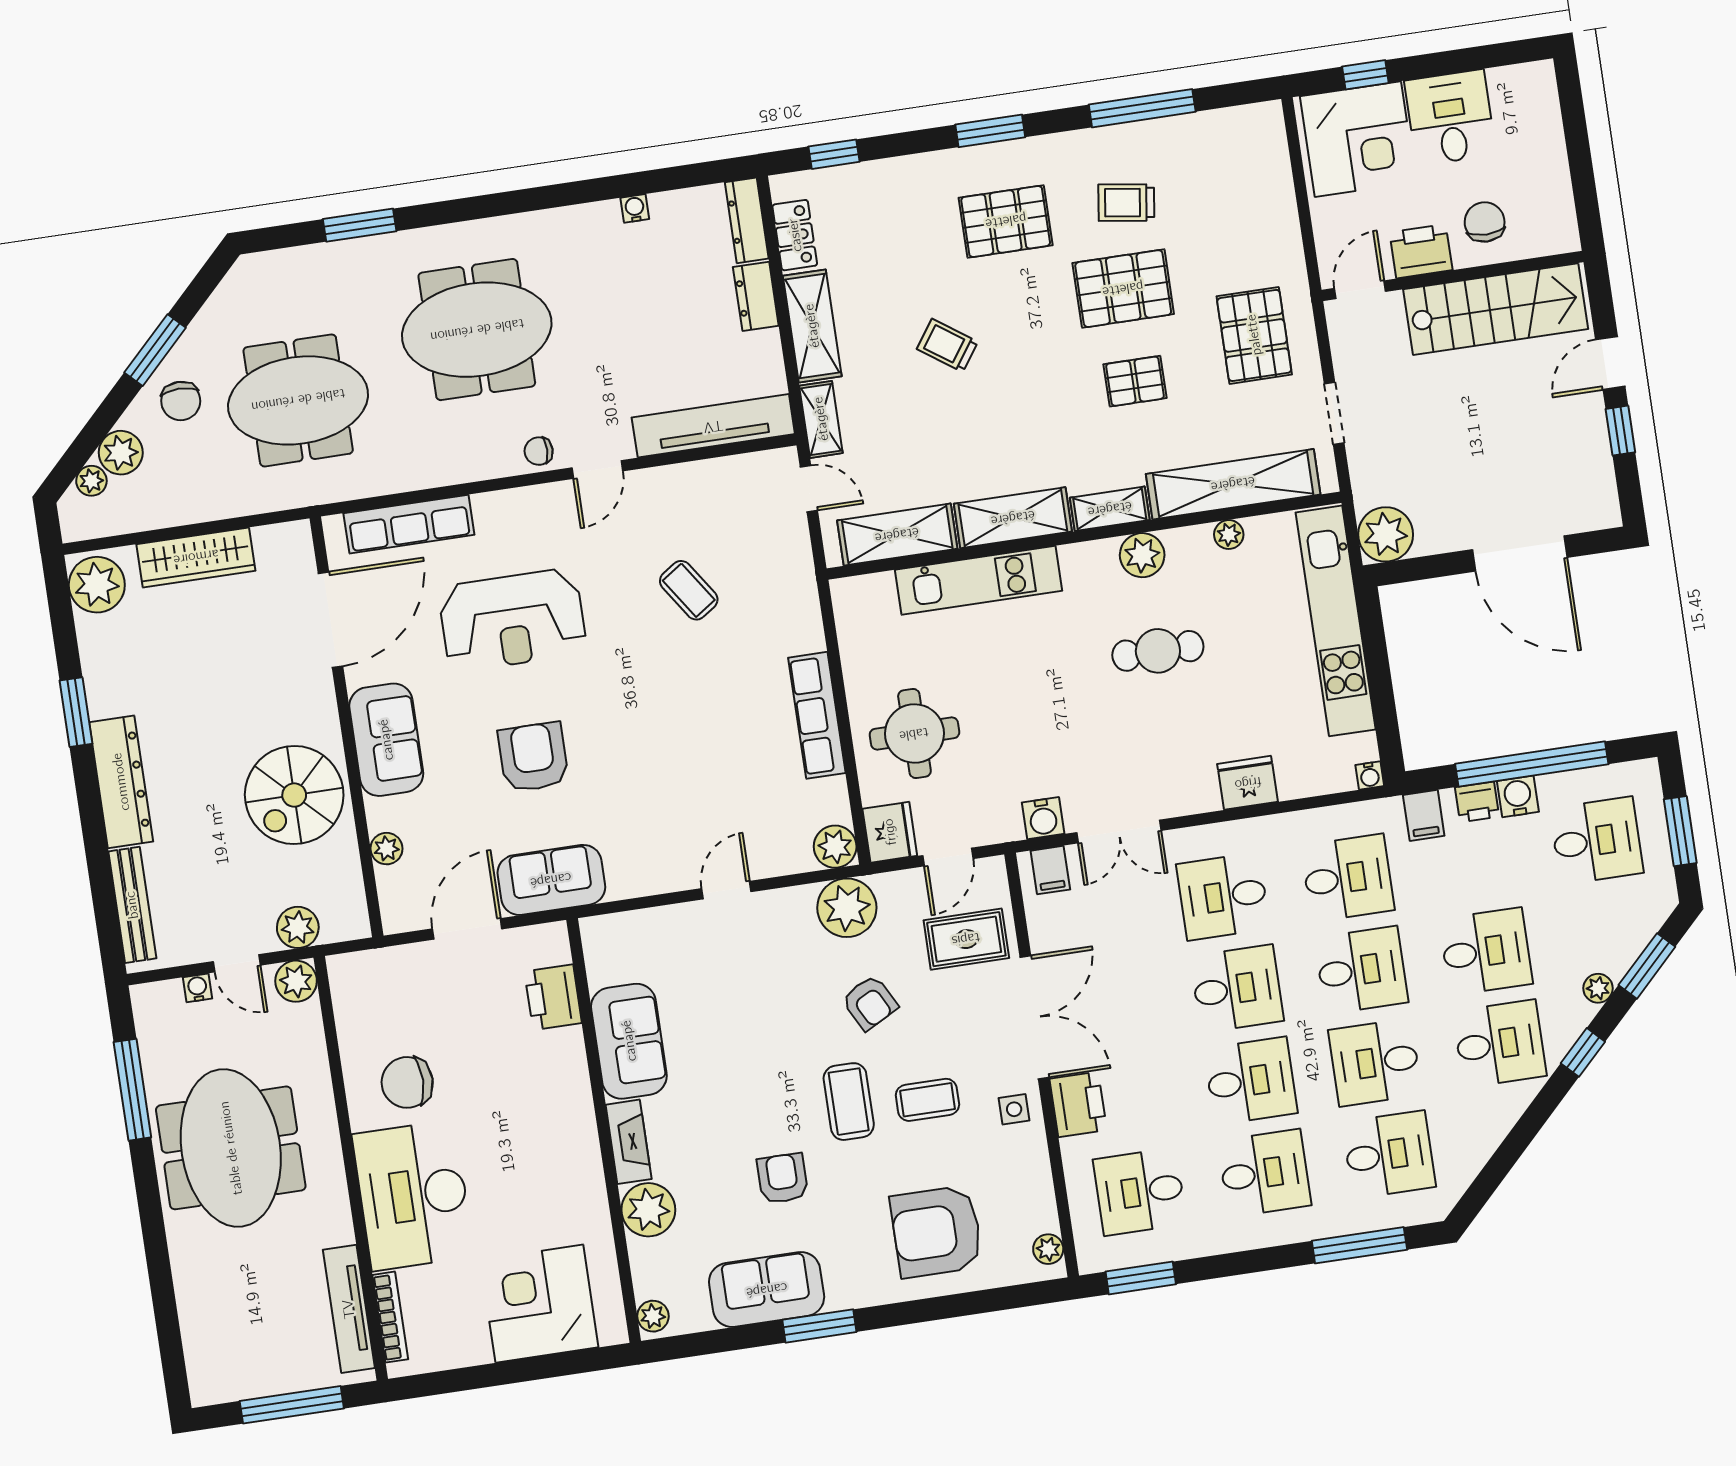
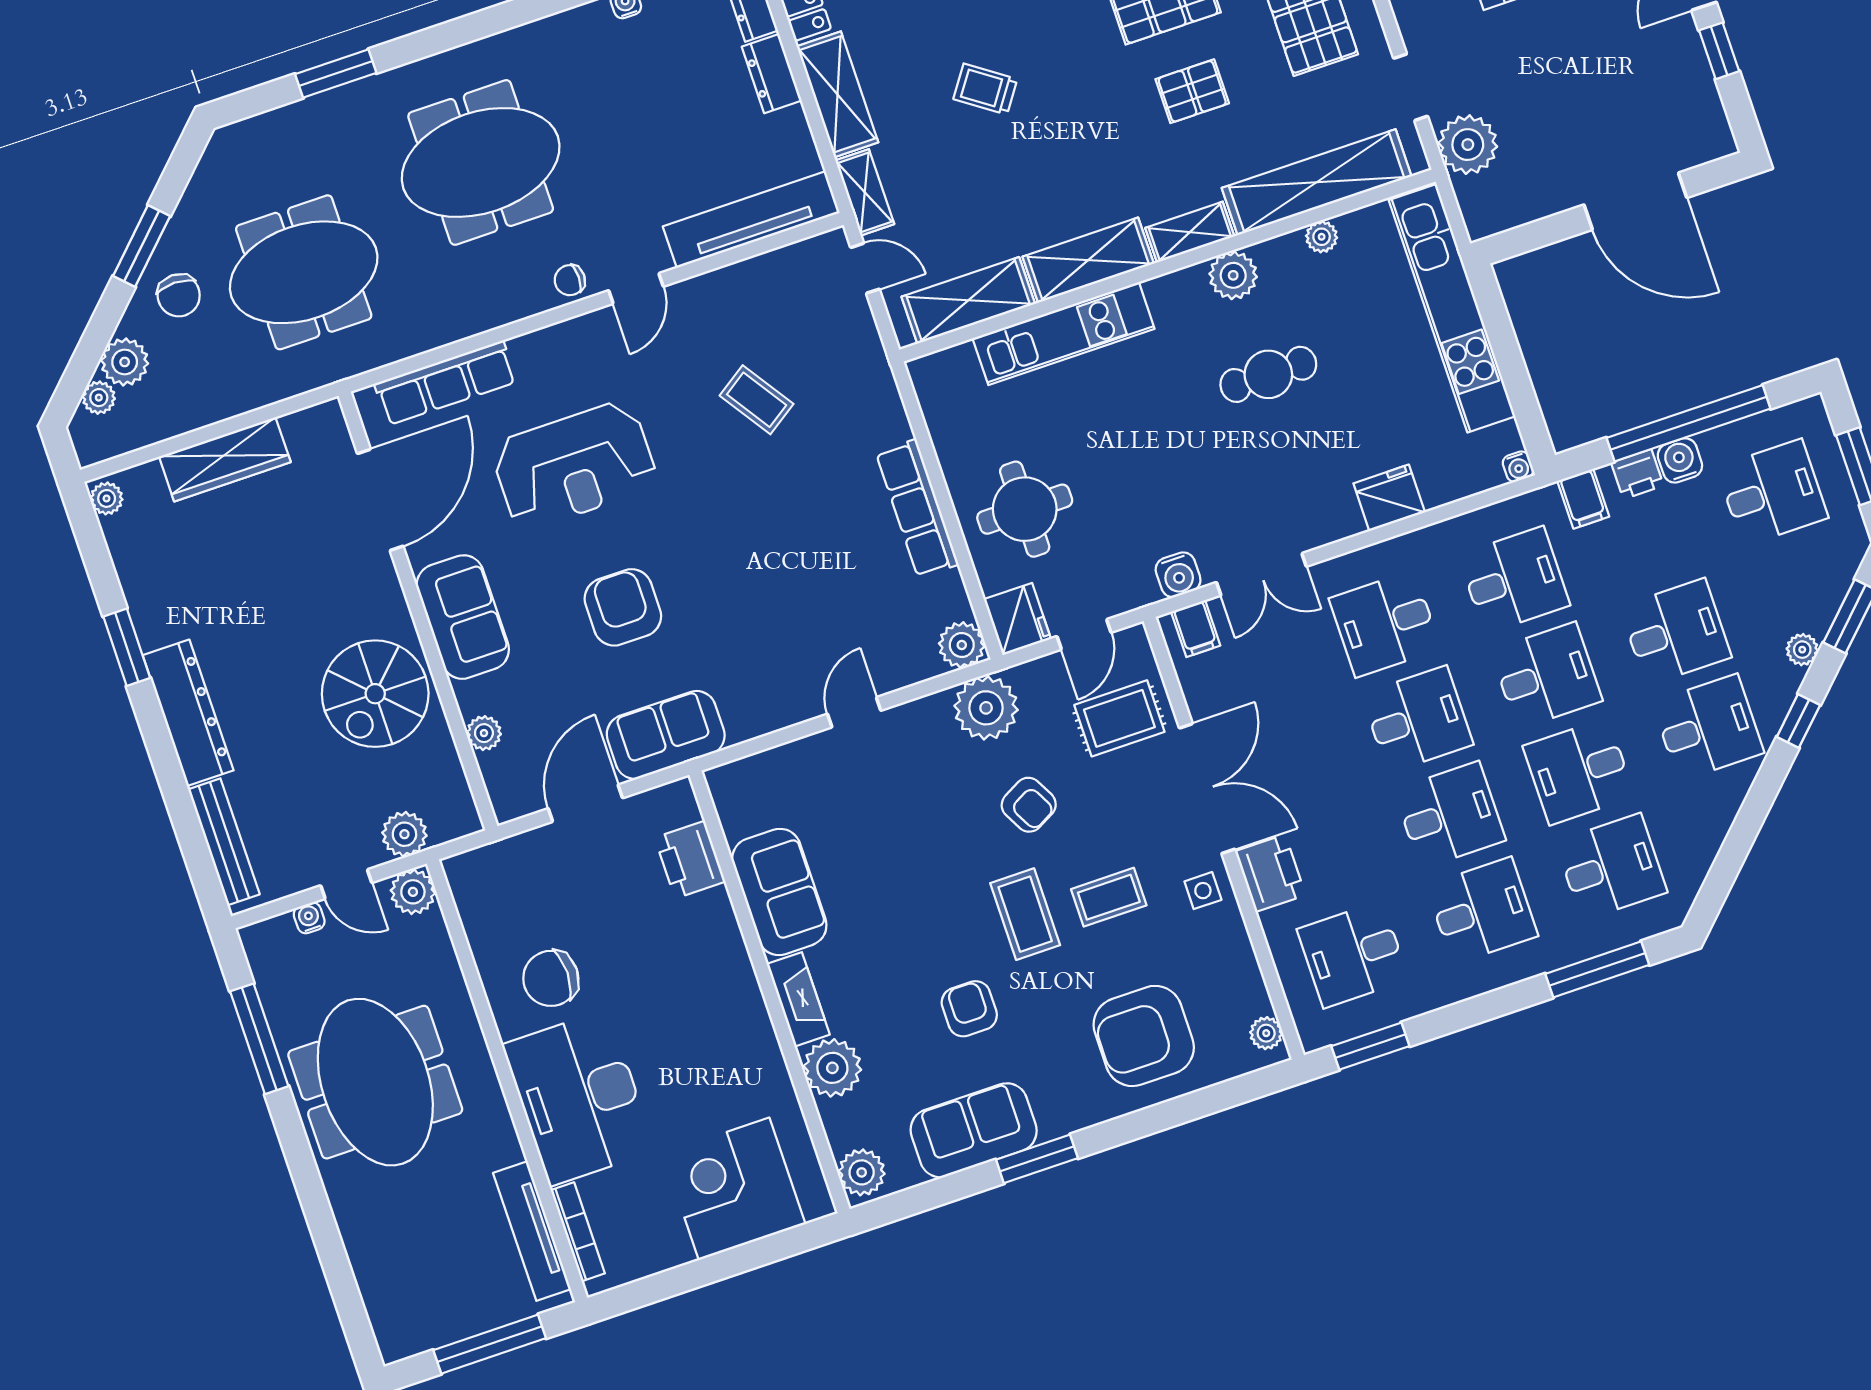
plant: (1386, 534) -> (1468, 145), moved
plant: (97, 585) -> (107, 498), width x0.53, depth x0.53
plant: (653, 1316) -> (862, 1172), width x1.38, depth x1.38

